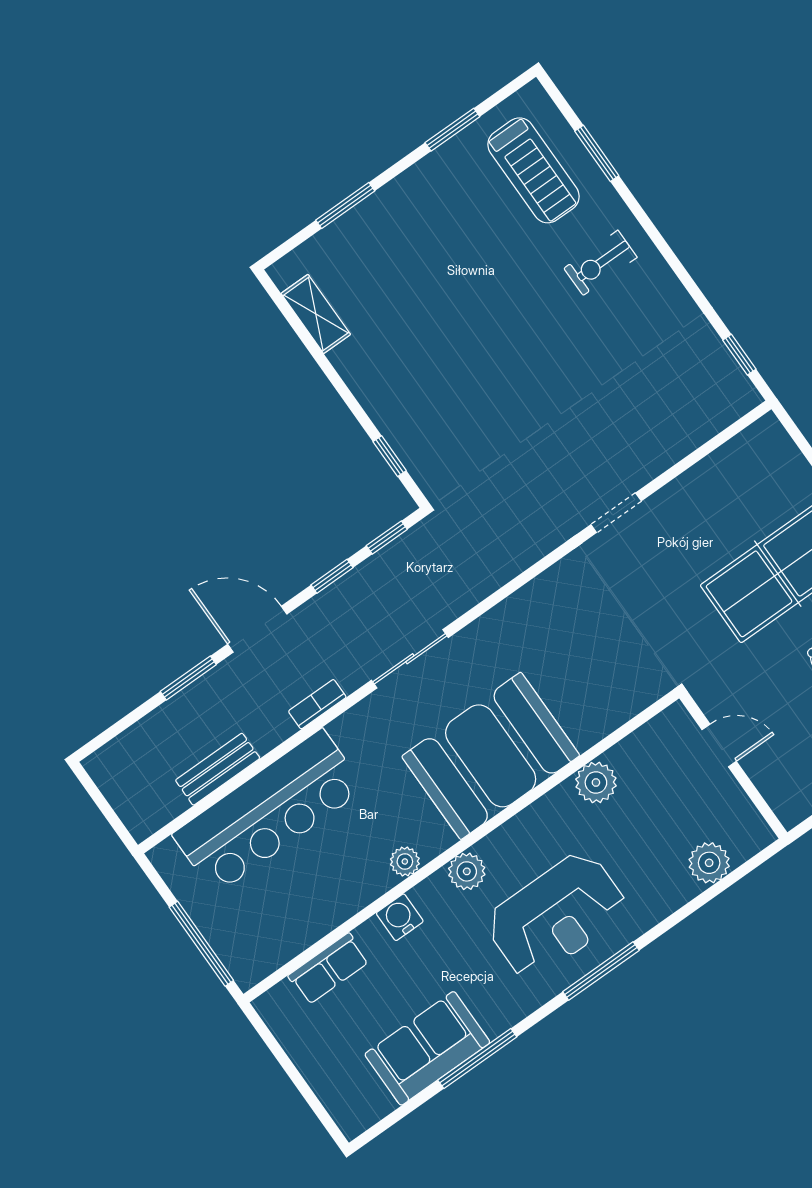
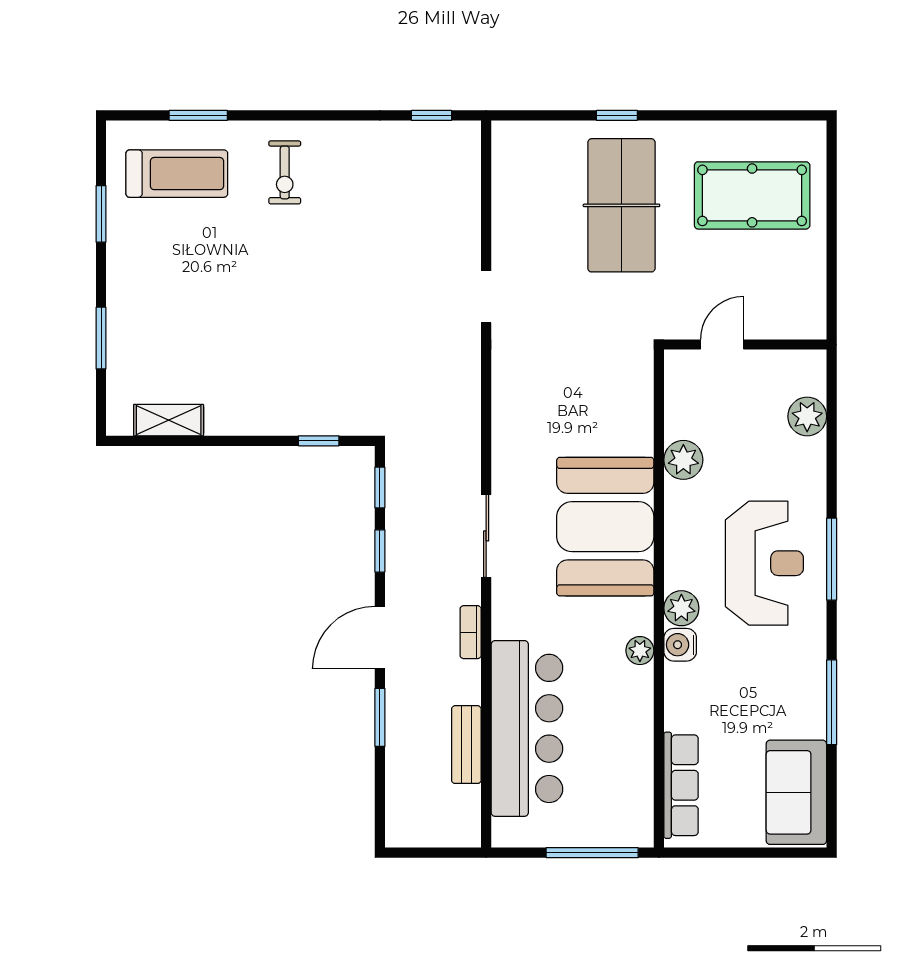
water cooler: (400, 917) -> (680, 645), moved
row of seats: (329, 969) -> (681, 785), width x1.48
sofa: (427, 1048) -> (796, 792), moved

